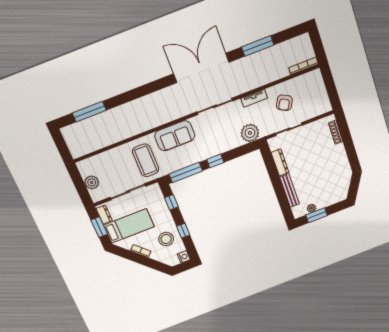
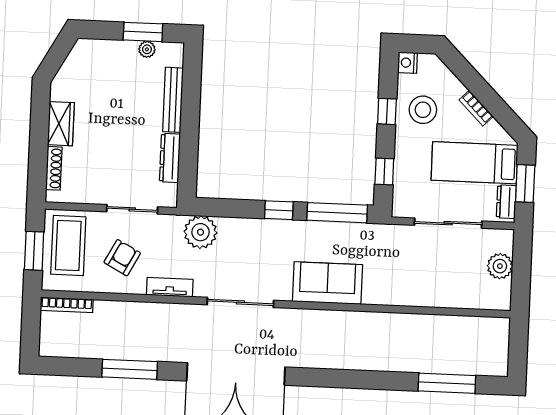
window: (330, 87) -> (34, 251), added
wardrobe: (340, 155) -> (61, 124), added
coffee table: (146, 160) -> (68, 245), moved

